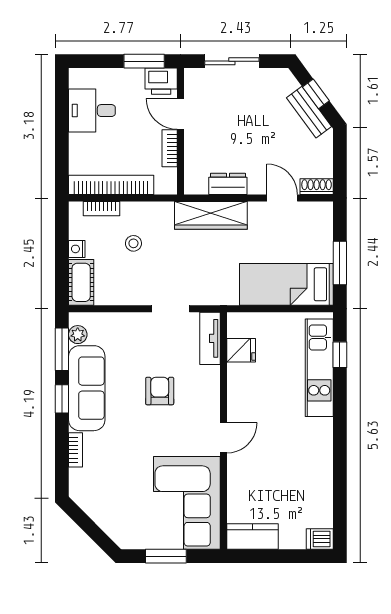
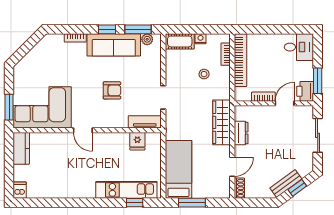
desk: (92, 111) -> (299, 47), moved, turned 90
window: (166, 556) -> (9, 107), moved

